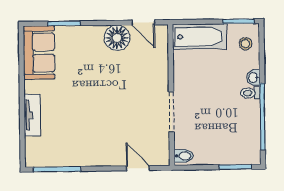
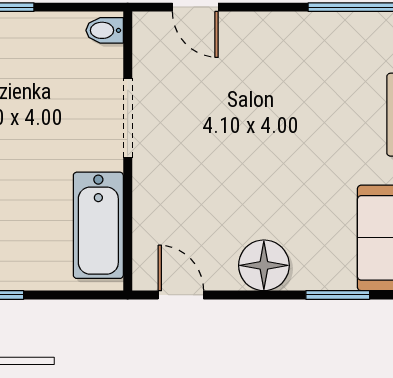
bathtub: (200, 37) -> (98, 225), moved, turned -90
floor lamp: (117, 38) -> (264, 265), moved

